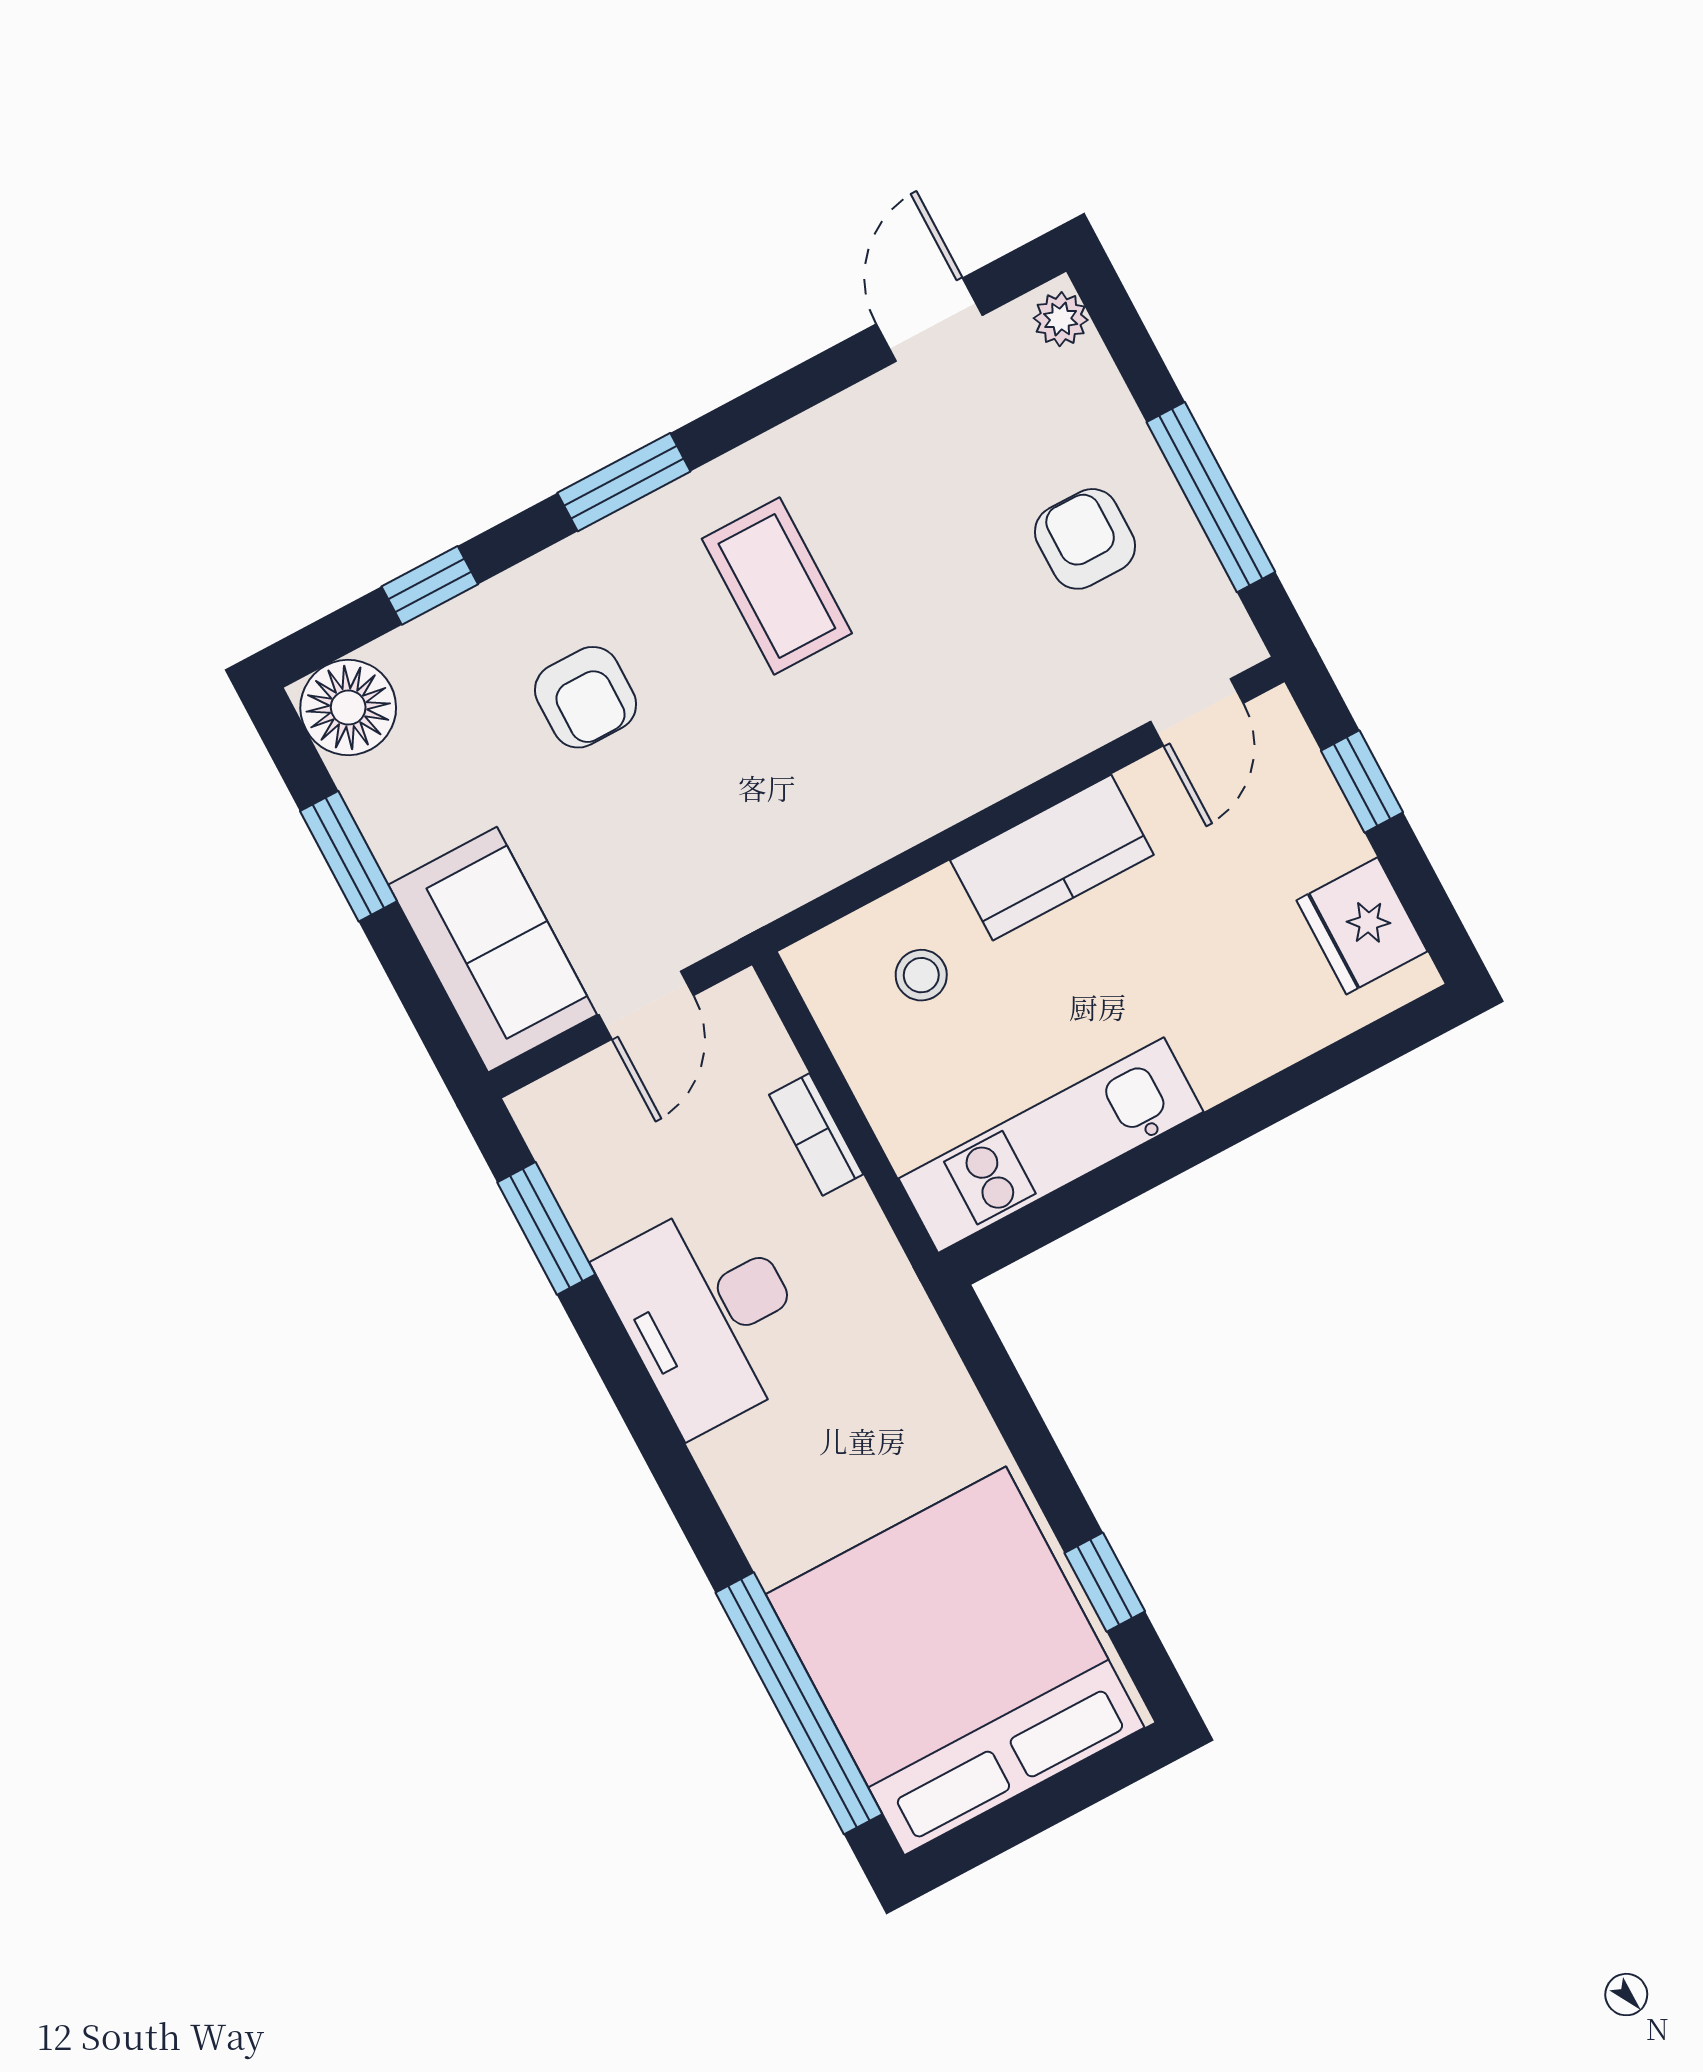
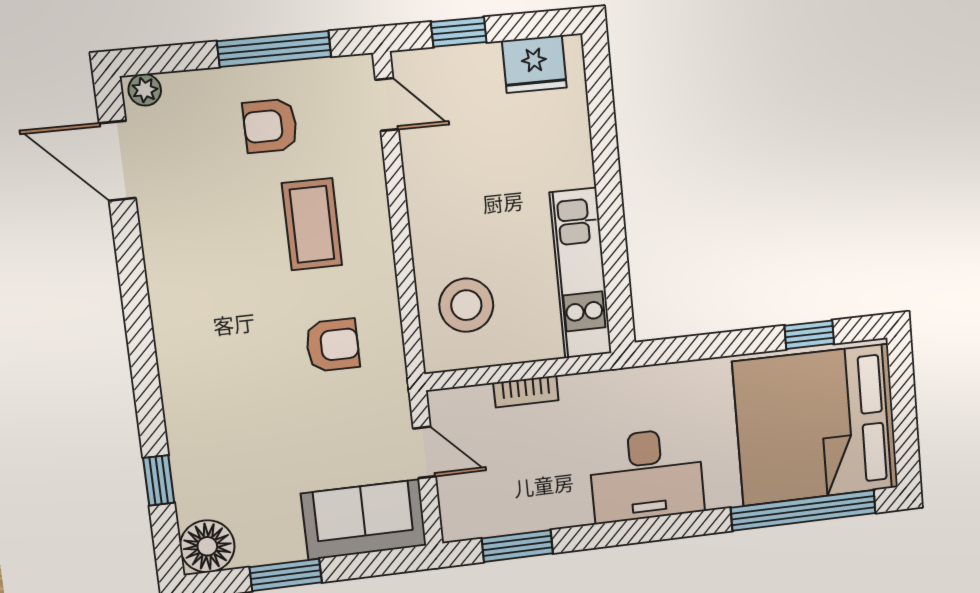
door: (929, 320) -> (117, 161), width x1.37
window: (624, 482) -> (143, 358), removed
coffee table: (777, 586) -> (312, 224), moved, turned 90
armchair: (586, 697) -> (333, 345), moved
kitchen counter: (1052, 858) -> (433, 213), removed
stool: (921, 975) -> (466, 305), width x1.89, depth x1.89
desk: (708, 1315) -> (646, 475), moved

